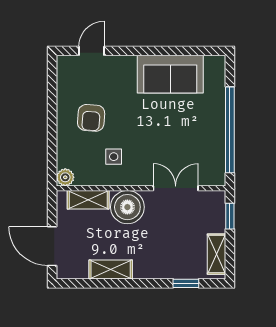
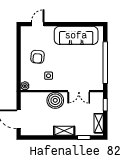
sofa: (170, 74) -> (76, 35), width x1.36
double door: (176, 188) -> (79, 91), swing flipped
shelving: (88, 200) -> (36, 97), removed
shelving: (111, 269) -> (64, 131), moved

